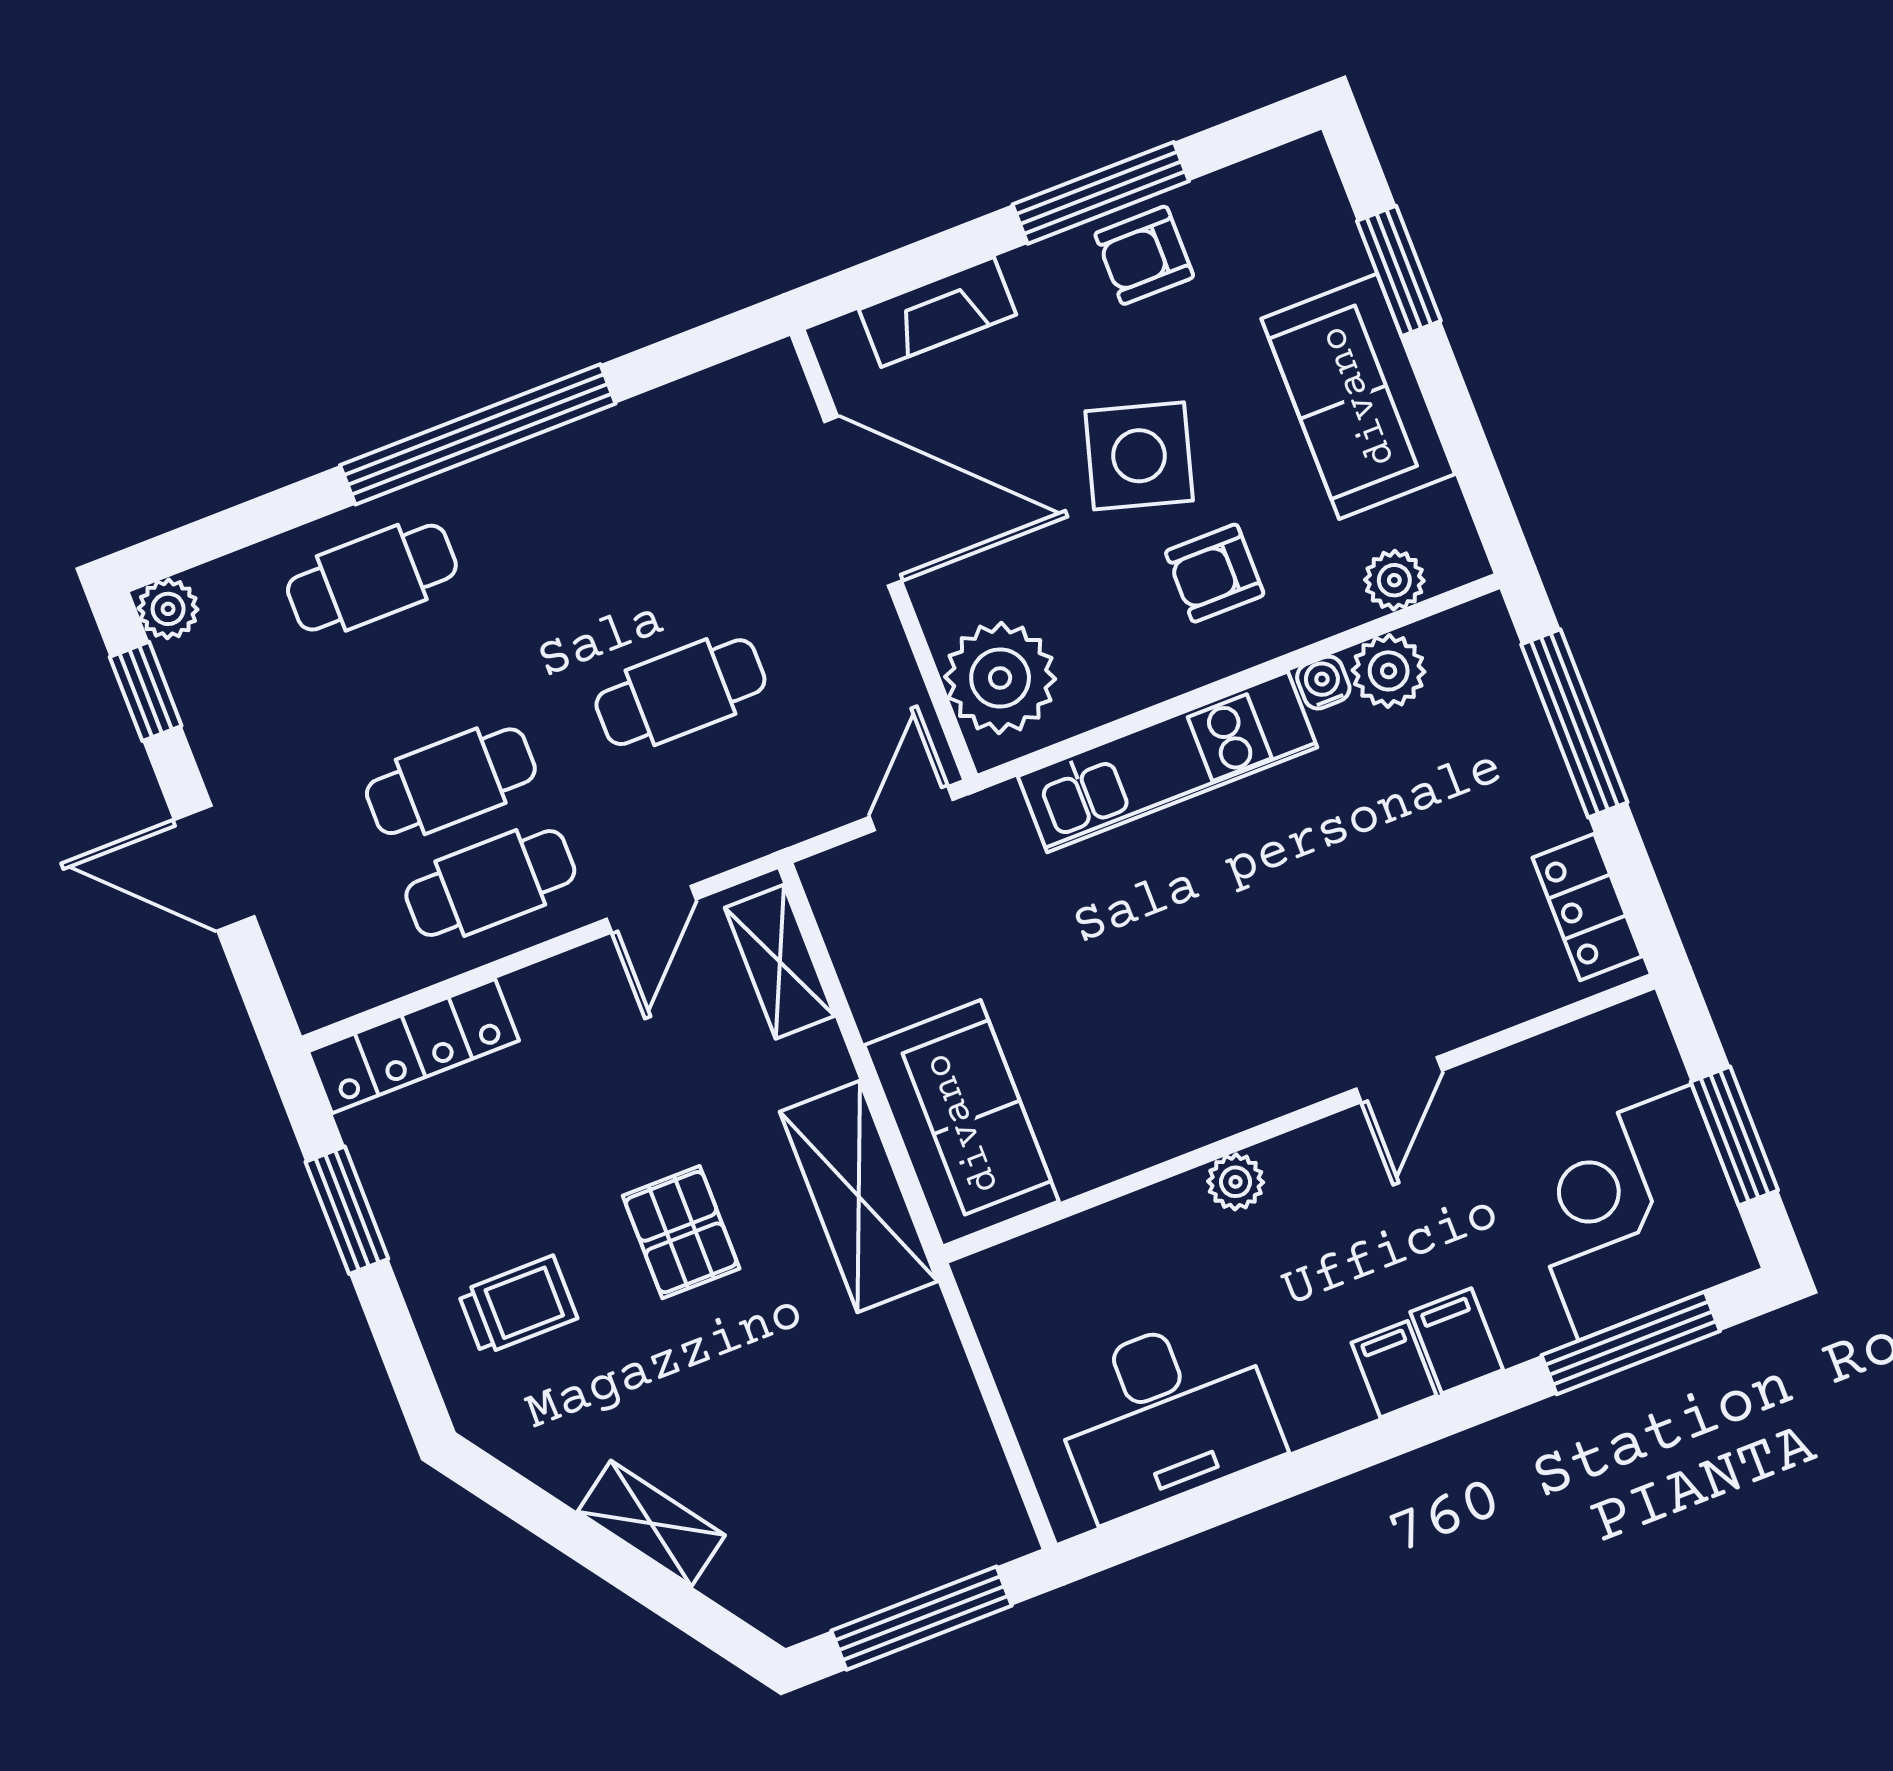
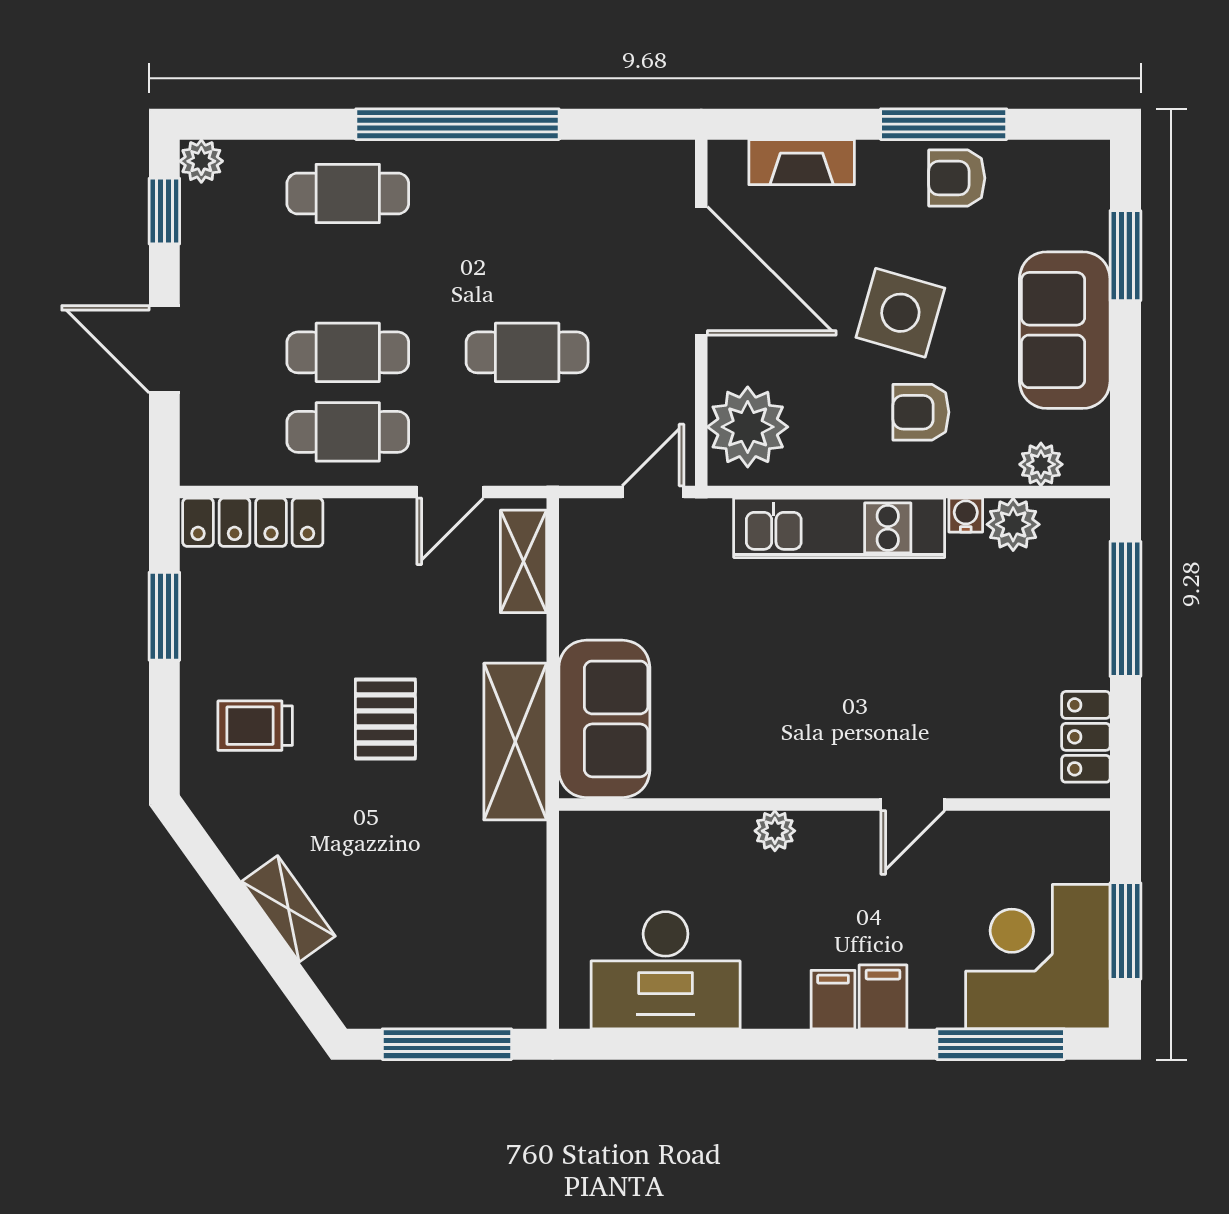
trolley: (518, 1305) -> (255, 726), turned 180

